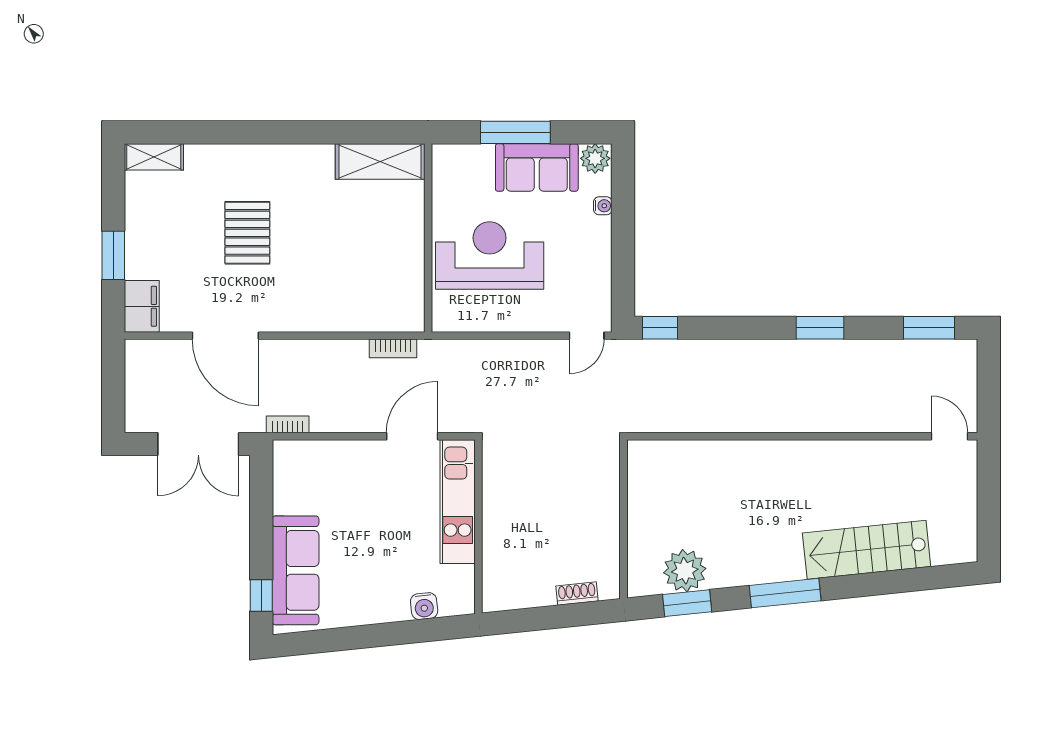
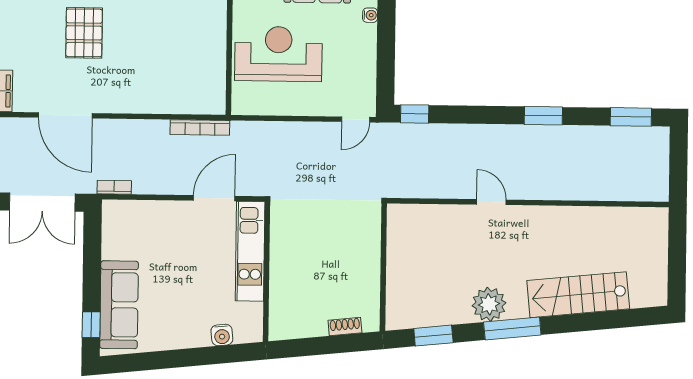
bookcase: (393, 348) -> (200, 127), width x1.56
door: (949, 436) -> (491, 202), moved
plant: (685, 571) -> (489, 304), moved

